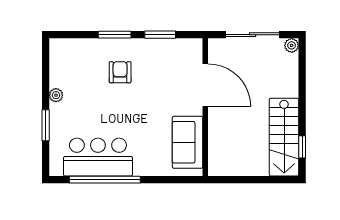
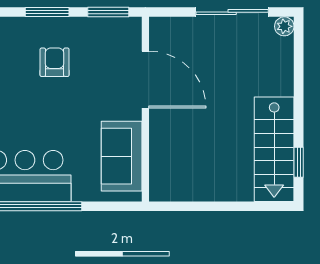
door: (205, 85) -> (145, 80), moved
wall: (205, 107) -> (145, 109), moved
sofa: (188, 142) -> (122, 156), moved

